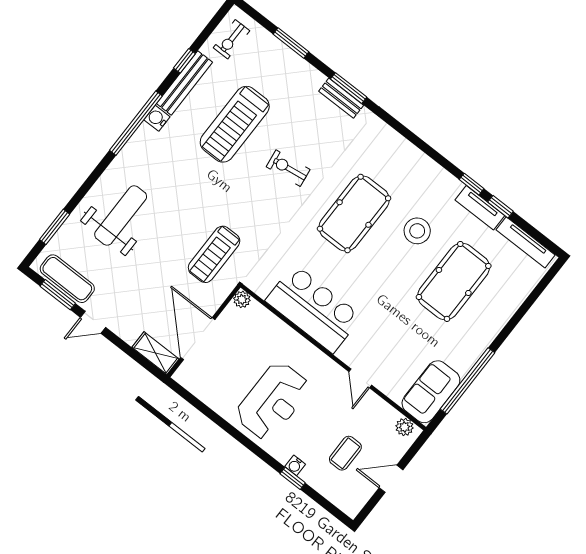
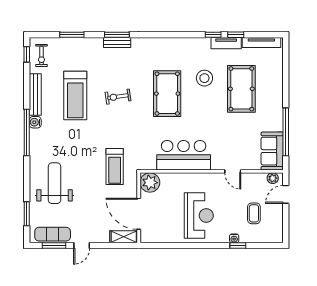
window: (184, 61) -> (27, 54), moved
plant: (242, 299) -> (150, 183), width x1.88, depth x1.88
door: (391, 479) -> (286, 194), moved

